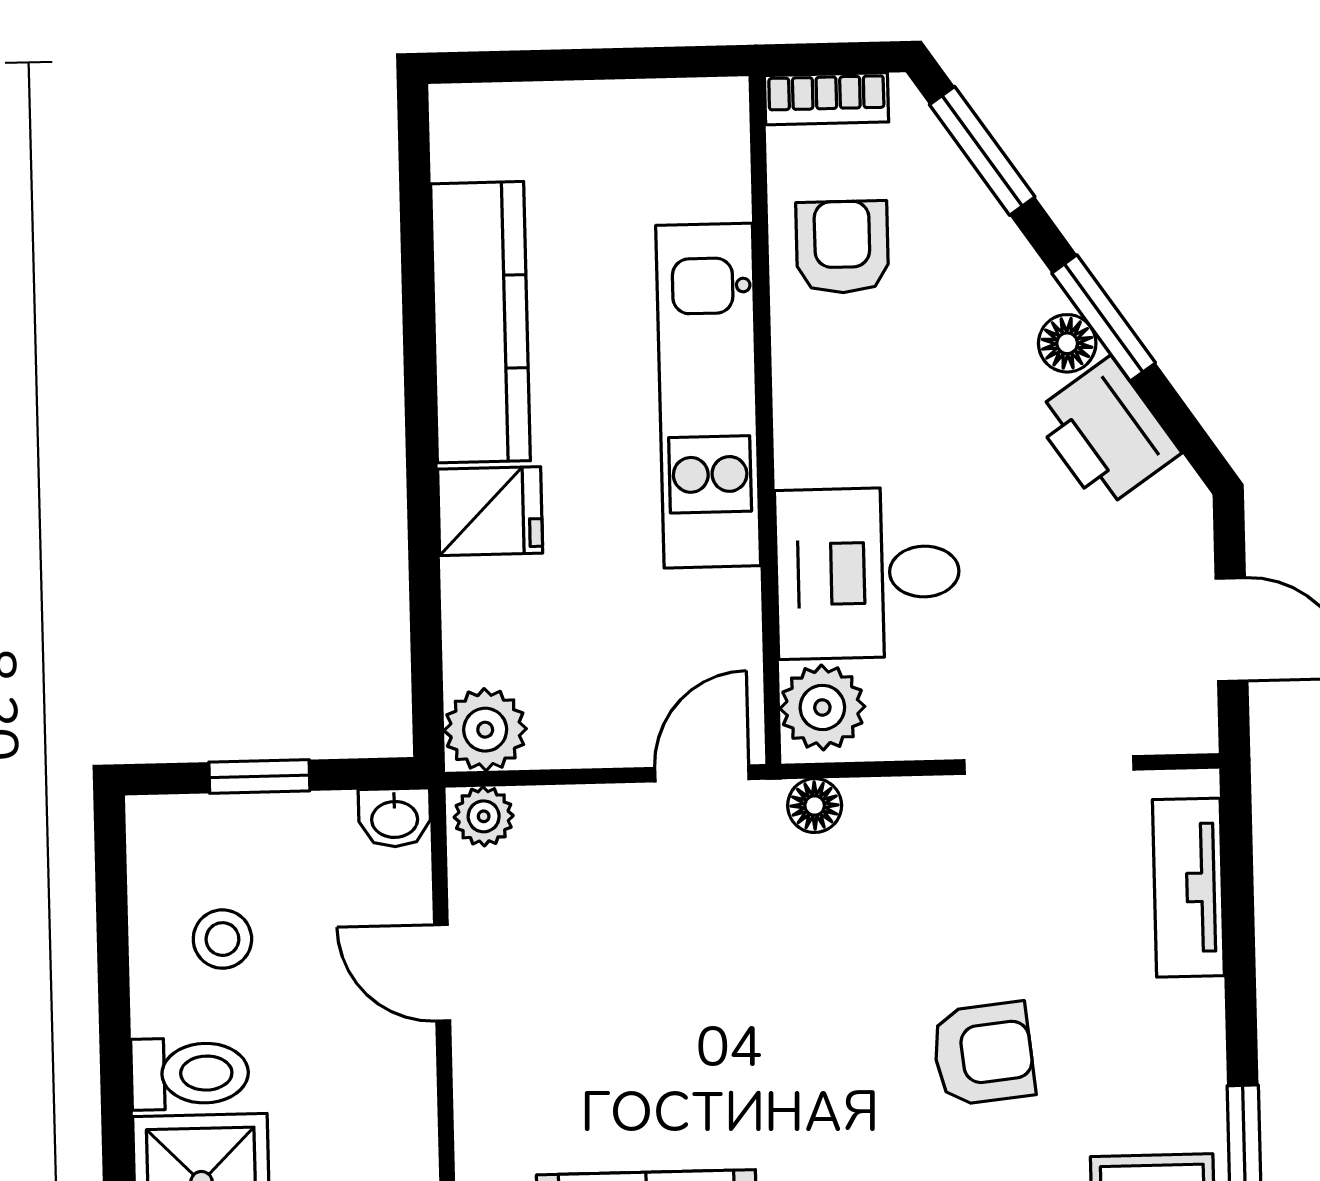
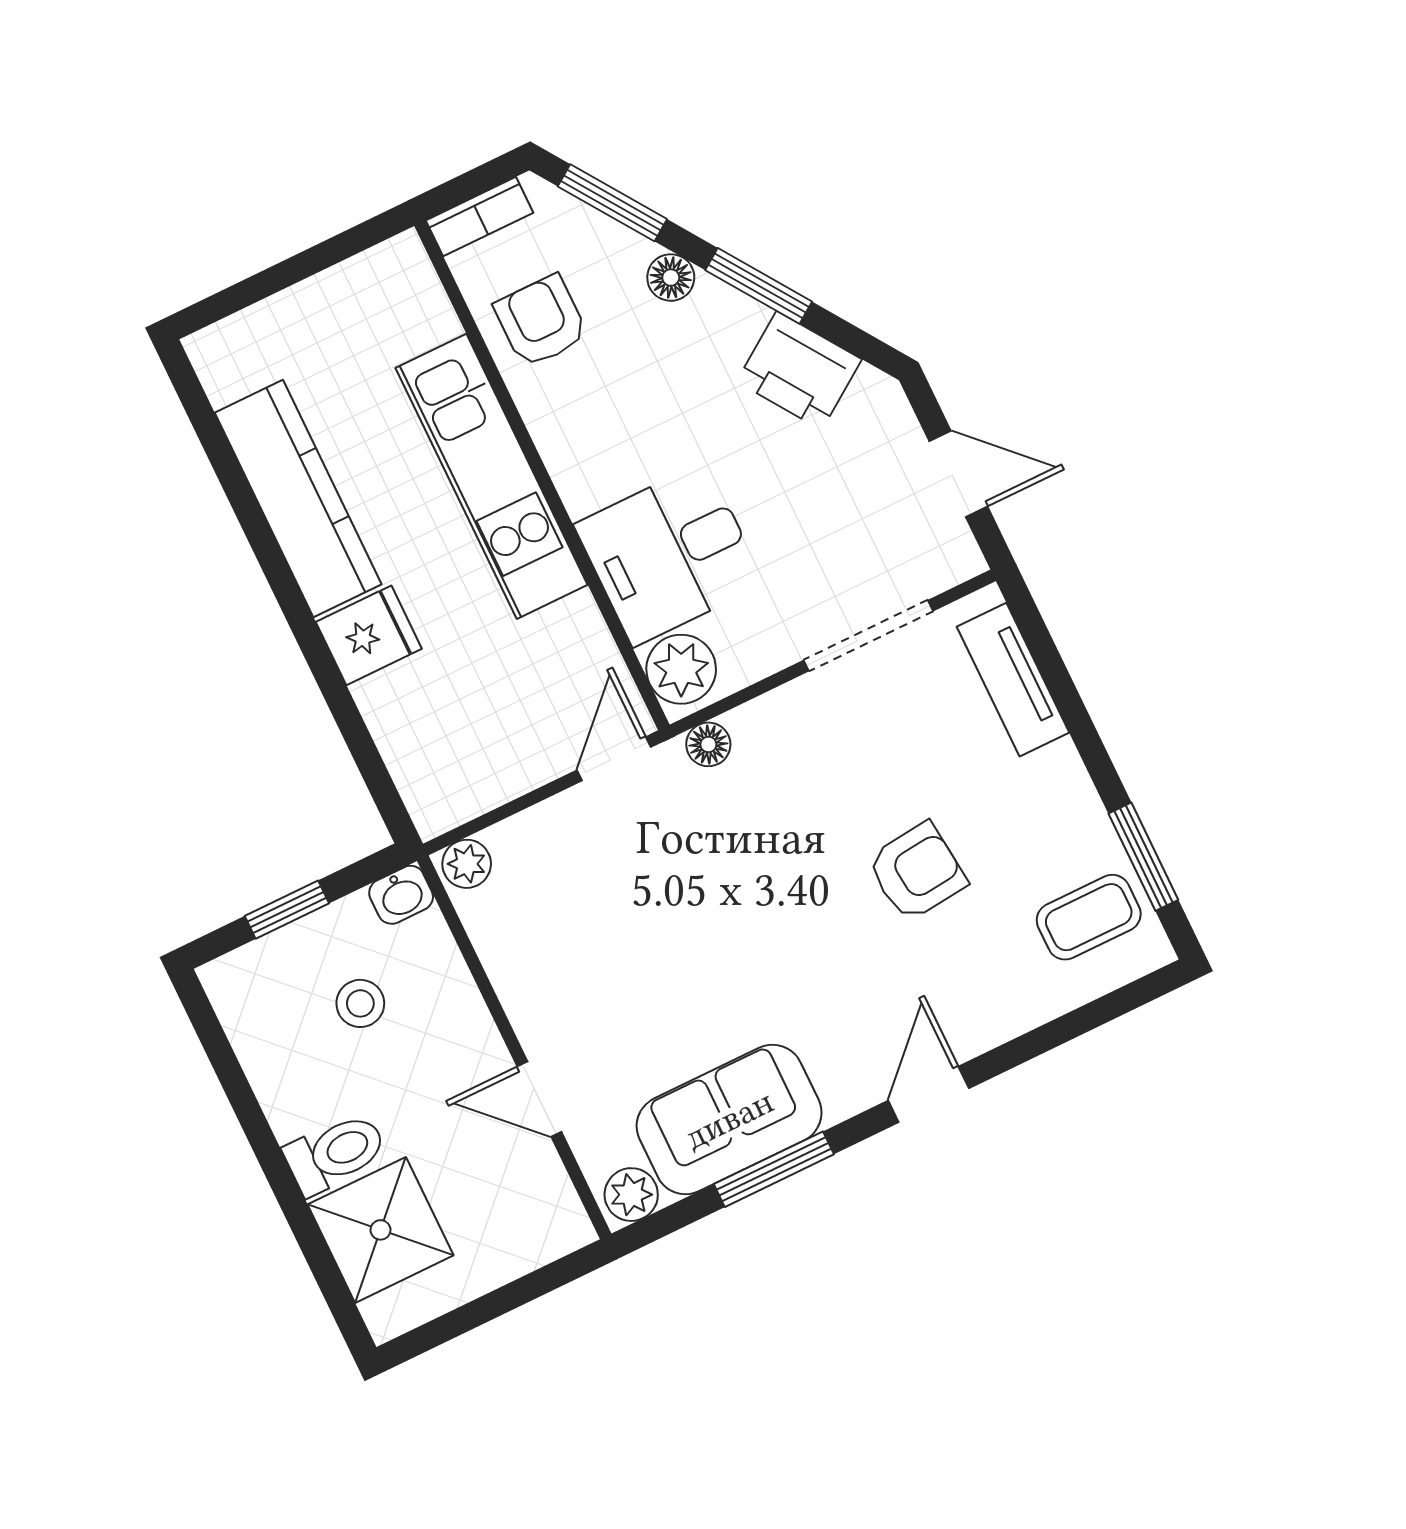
floor lamp: (1067, 343) -> (671, 278), moved
plant: (485, 730) -> (439, 799), removed
stool: (222, 939) -> (360, 1003), moved
door: (442, 973) -> (539, 1099), moved

